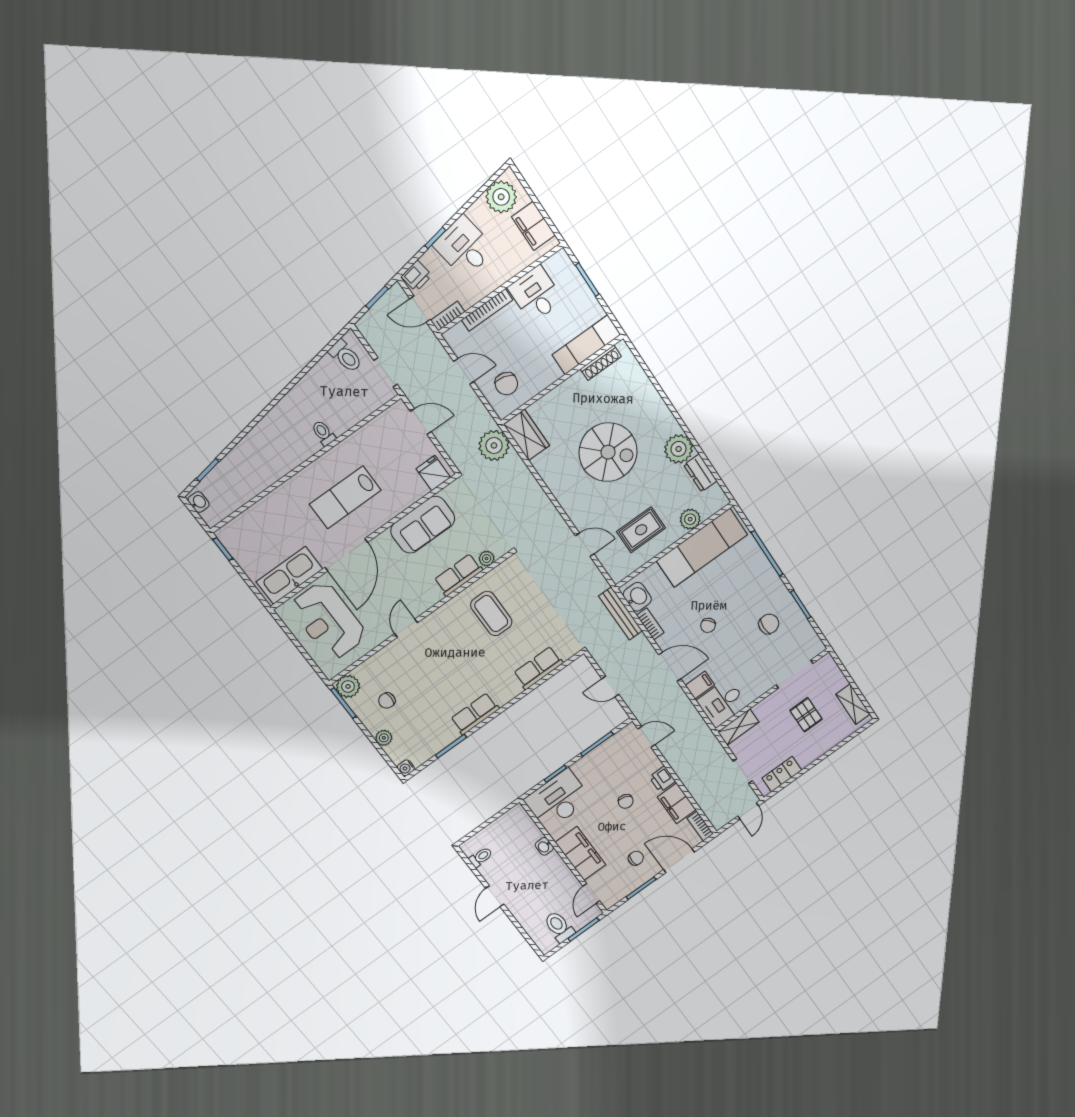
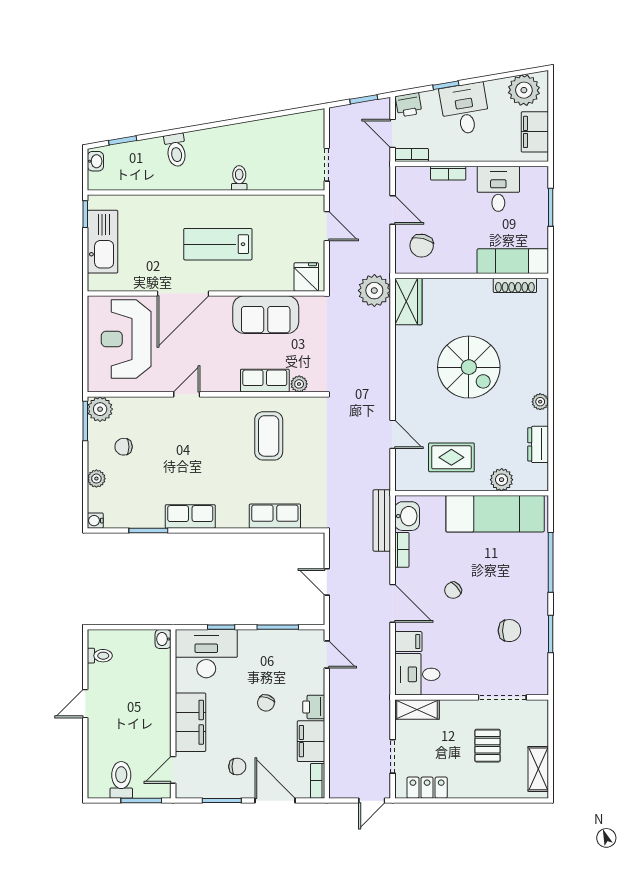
bookcase: (487, 310) -> (448, 173), width x0.64
toilet: (346, 356) -> (176, 150), moved
plant: (679, 449) -> (540, 402), width x0.53, depth x0.53
kitchen sink: (289, 575) -> (103, 242), moved, turned 90
washbasin: (544, 846) -> (163, 639), moved

